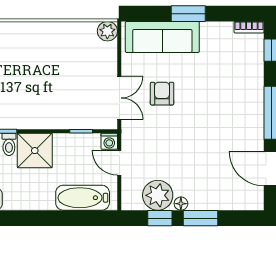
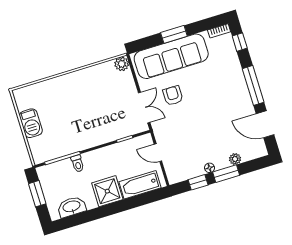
sofa: (162, 37) -> (171, 56), width x1.36, depth x1.27
washing machine: (109, 141) -> (146, 140), removed
shower: (35, 151) -> (107, 191), moved
plant: (158, 195) -> (235, 159), moved, width x0.53, depth x0.53

